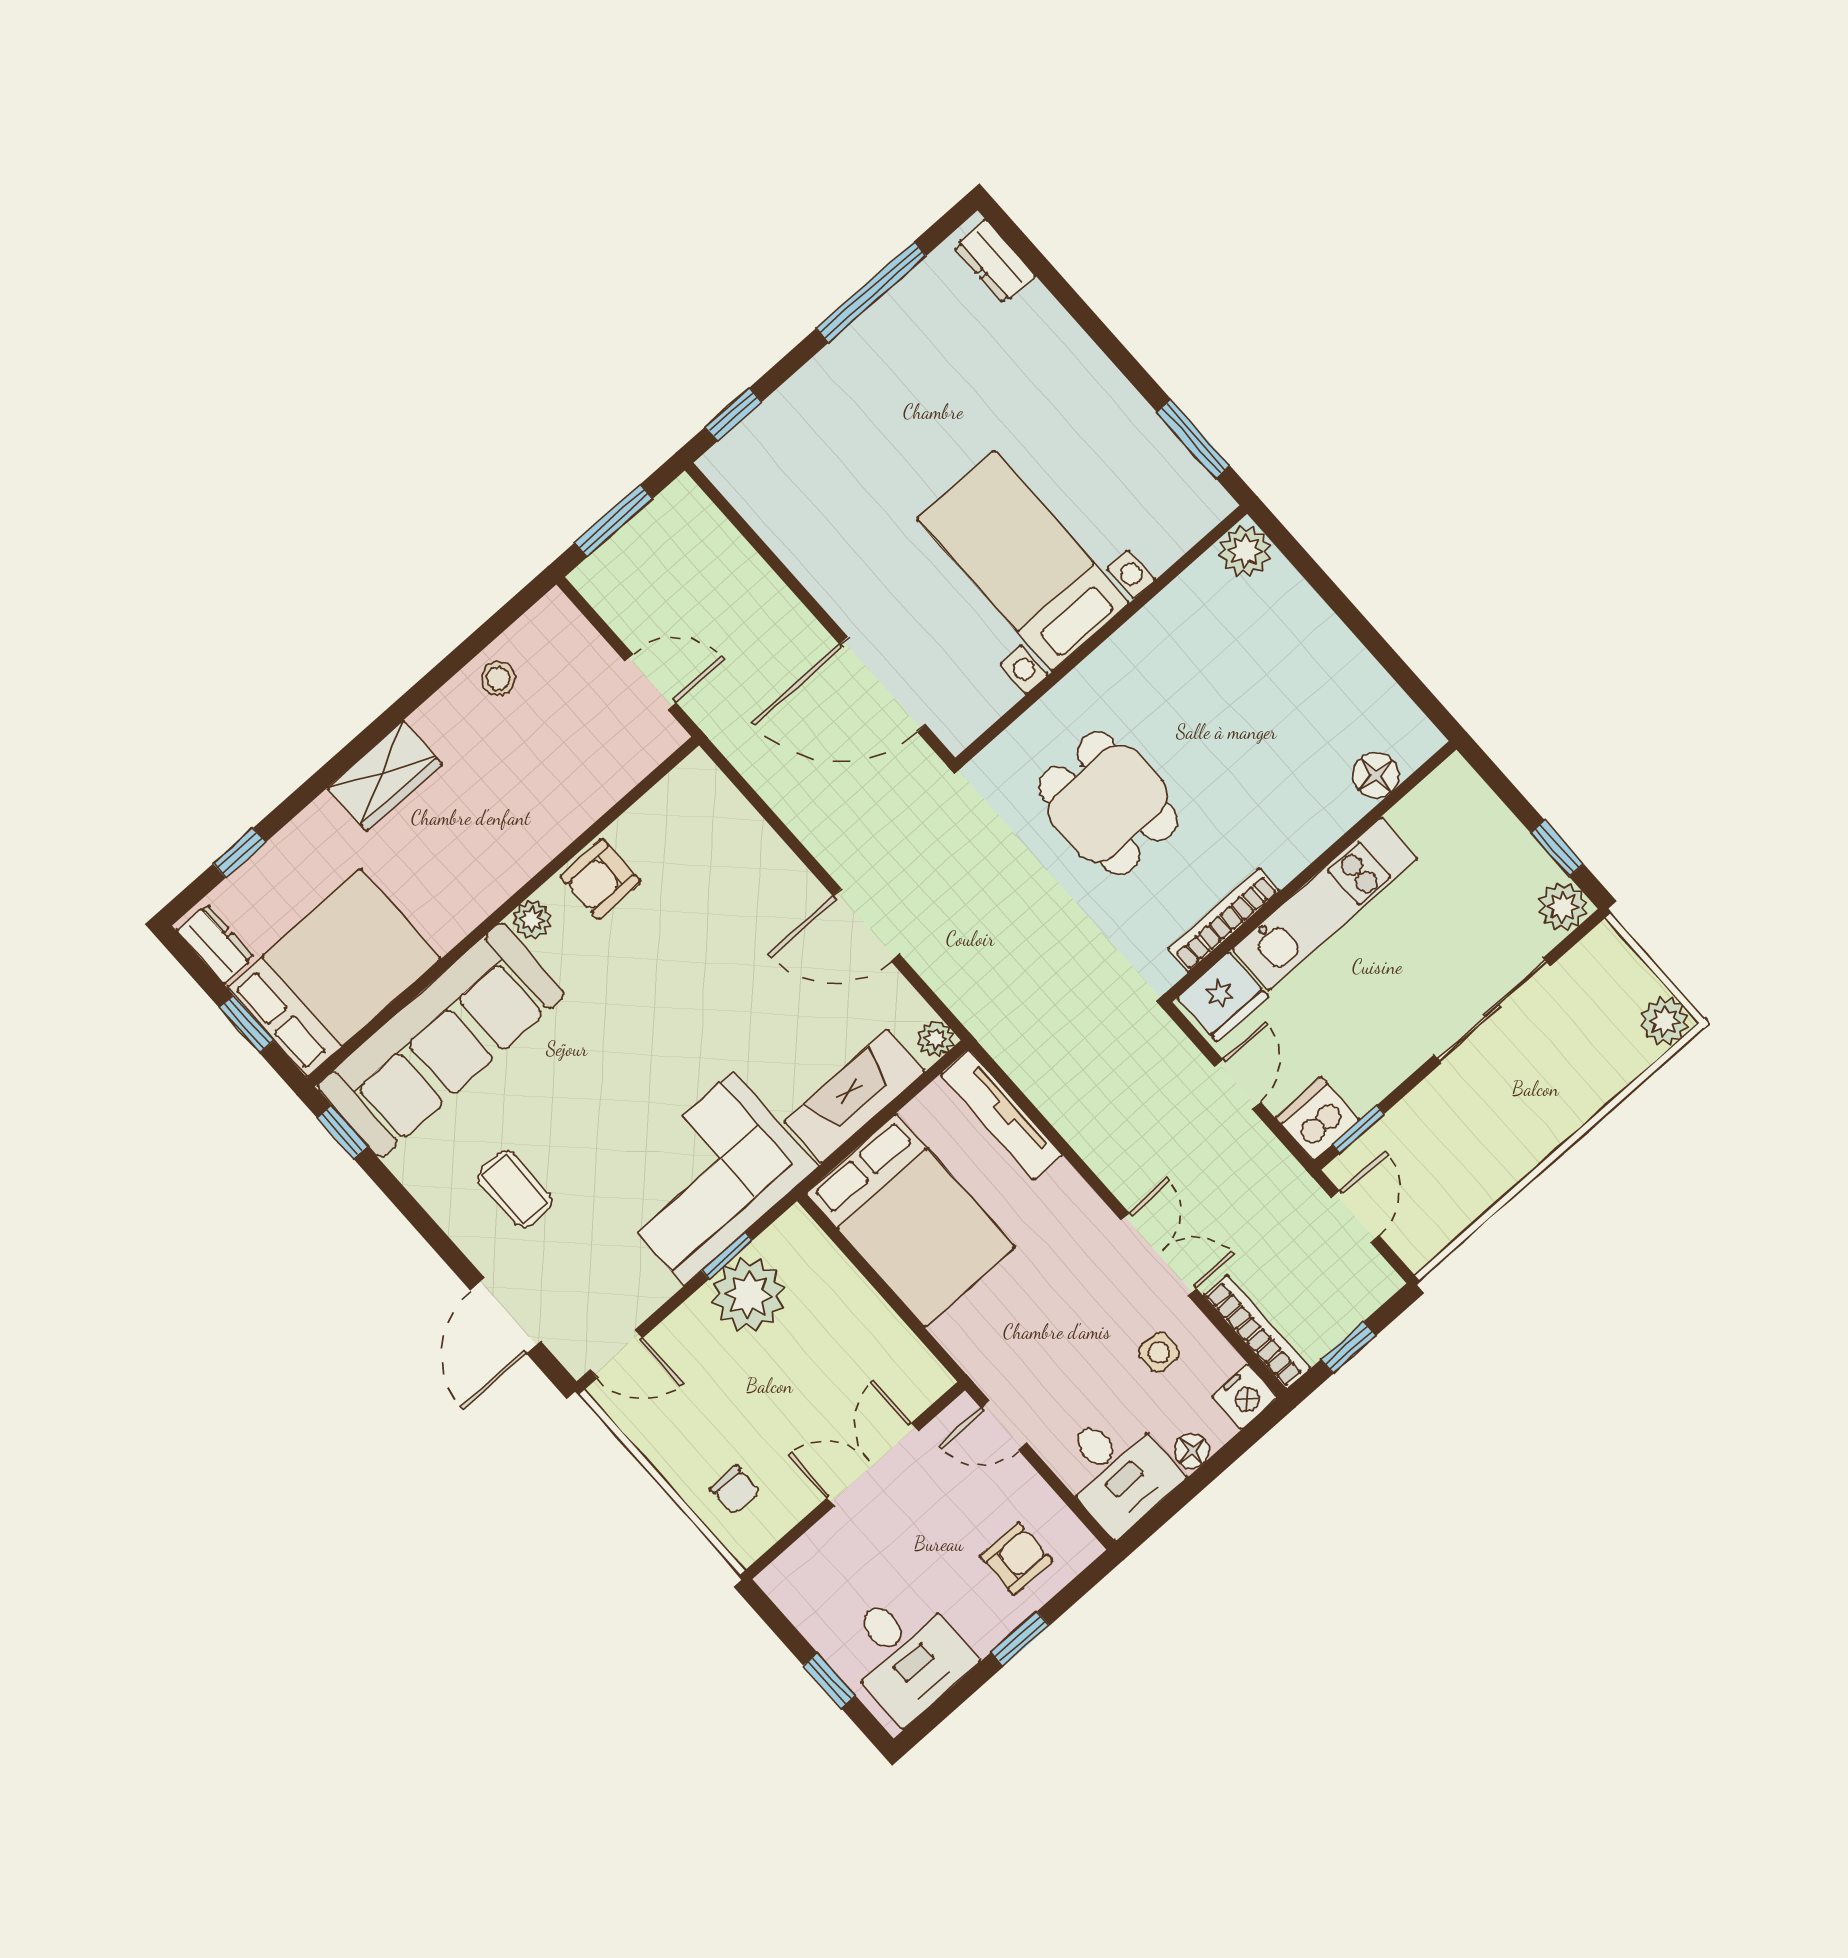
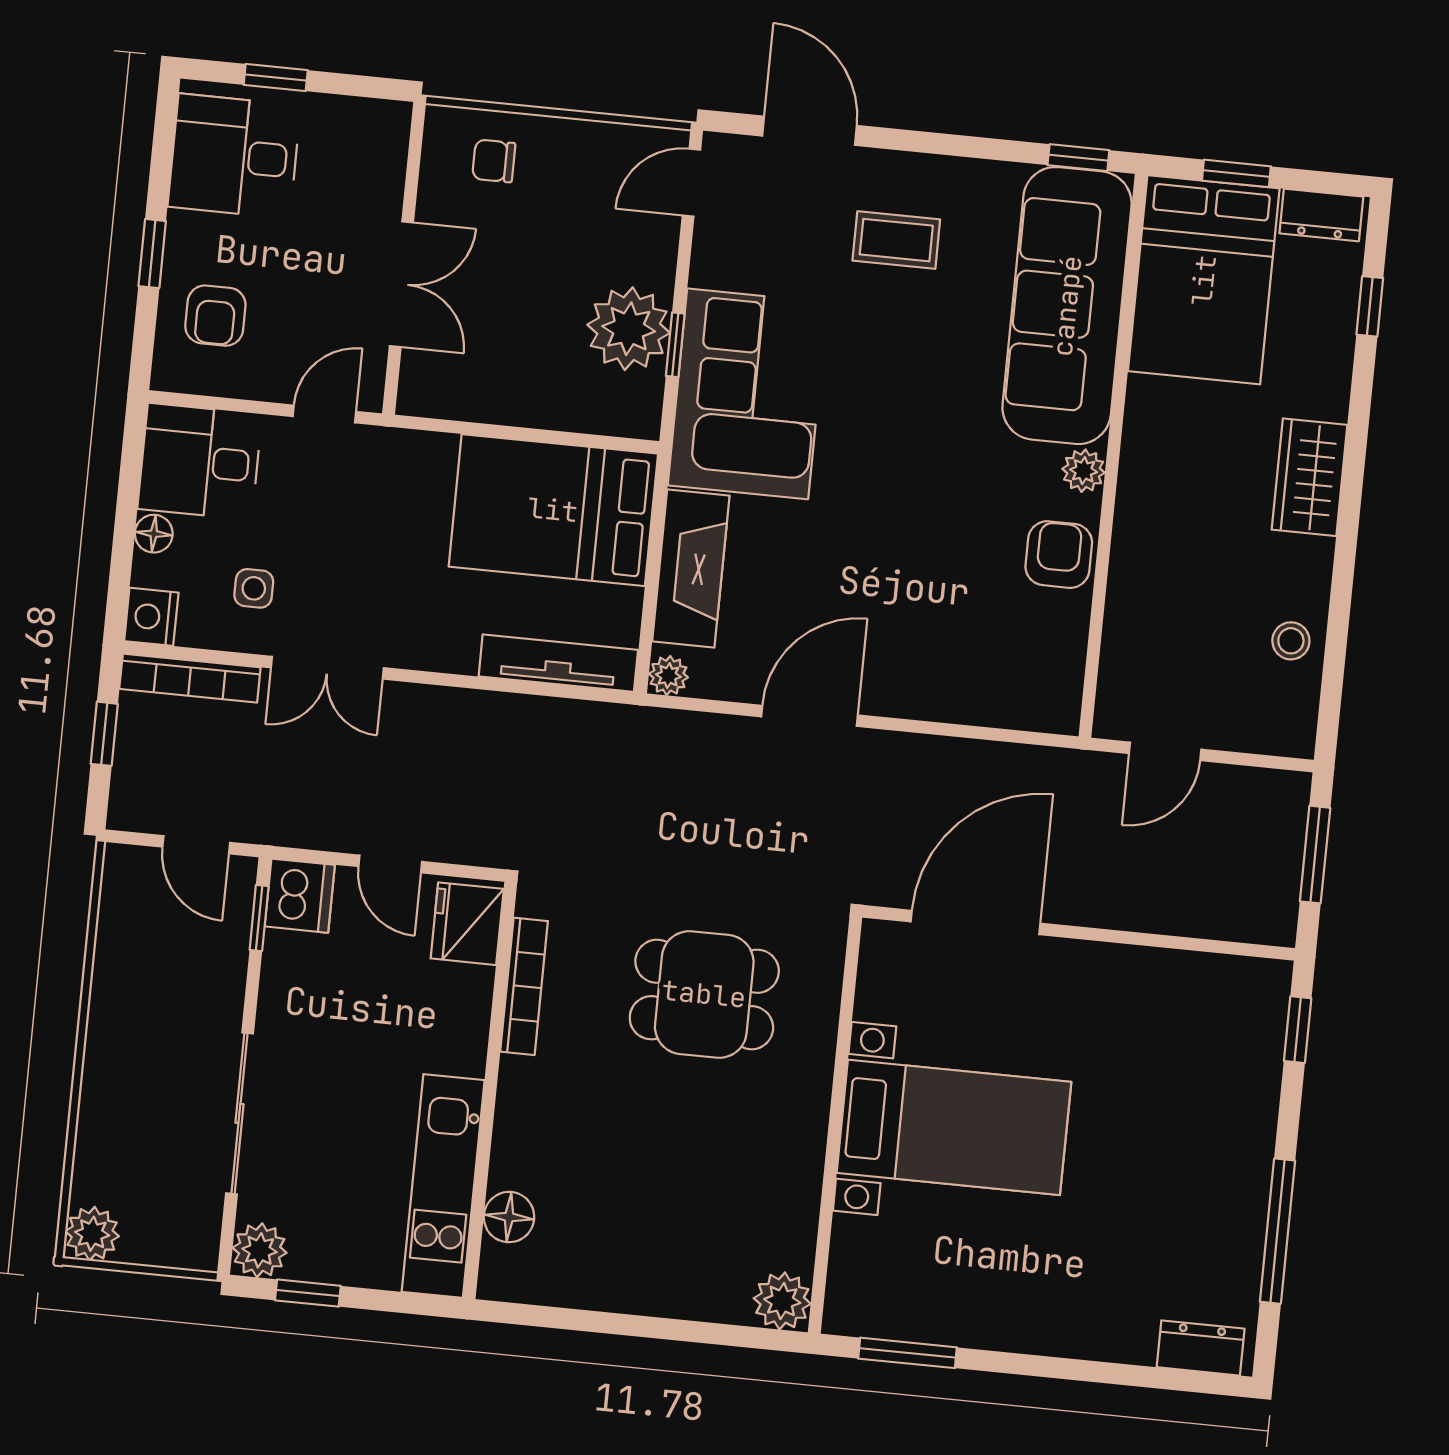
kitchen unit: (1325, 904) -> (443, 1186), moved

